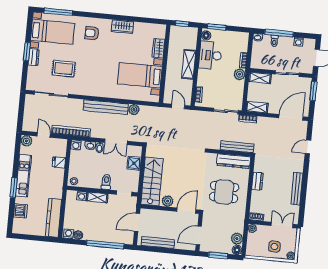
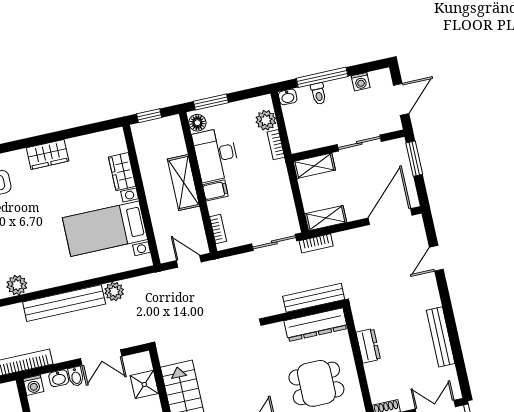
filing cabinet: (204, 74) -> (215, 190), added
plant: (240, 74) -> (266, 120), moved
plant: (84, 90) -> (17, 285), added

